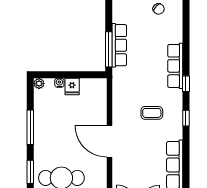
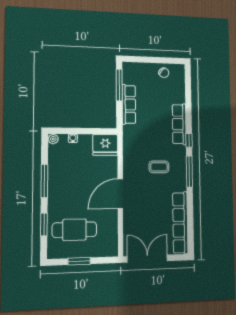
window: (109, 49) -> (119, 85), moved
fridge: (72, 87) -> (105, 145), moved, width x1.88, depth x1.34
window: (186, 118) -> (189, 172), width x2.17
door: (109, 141) -> (120, 194), hinge flipped

